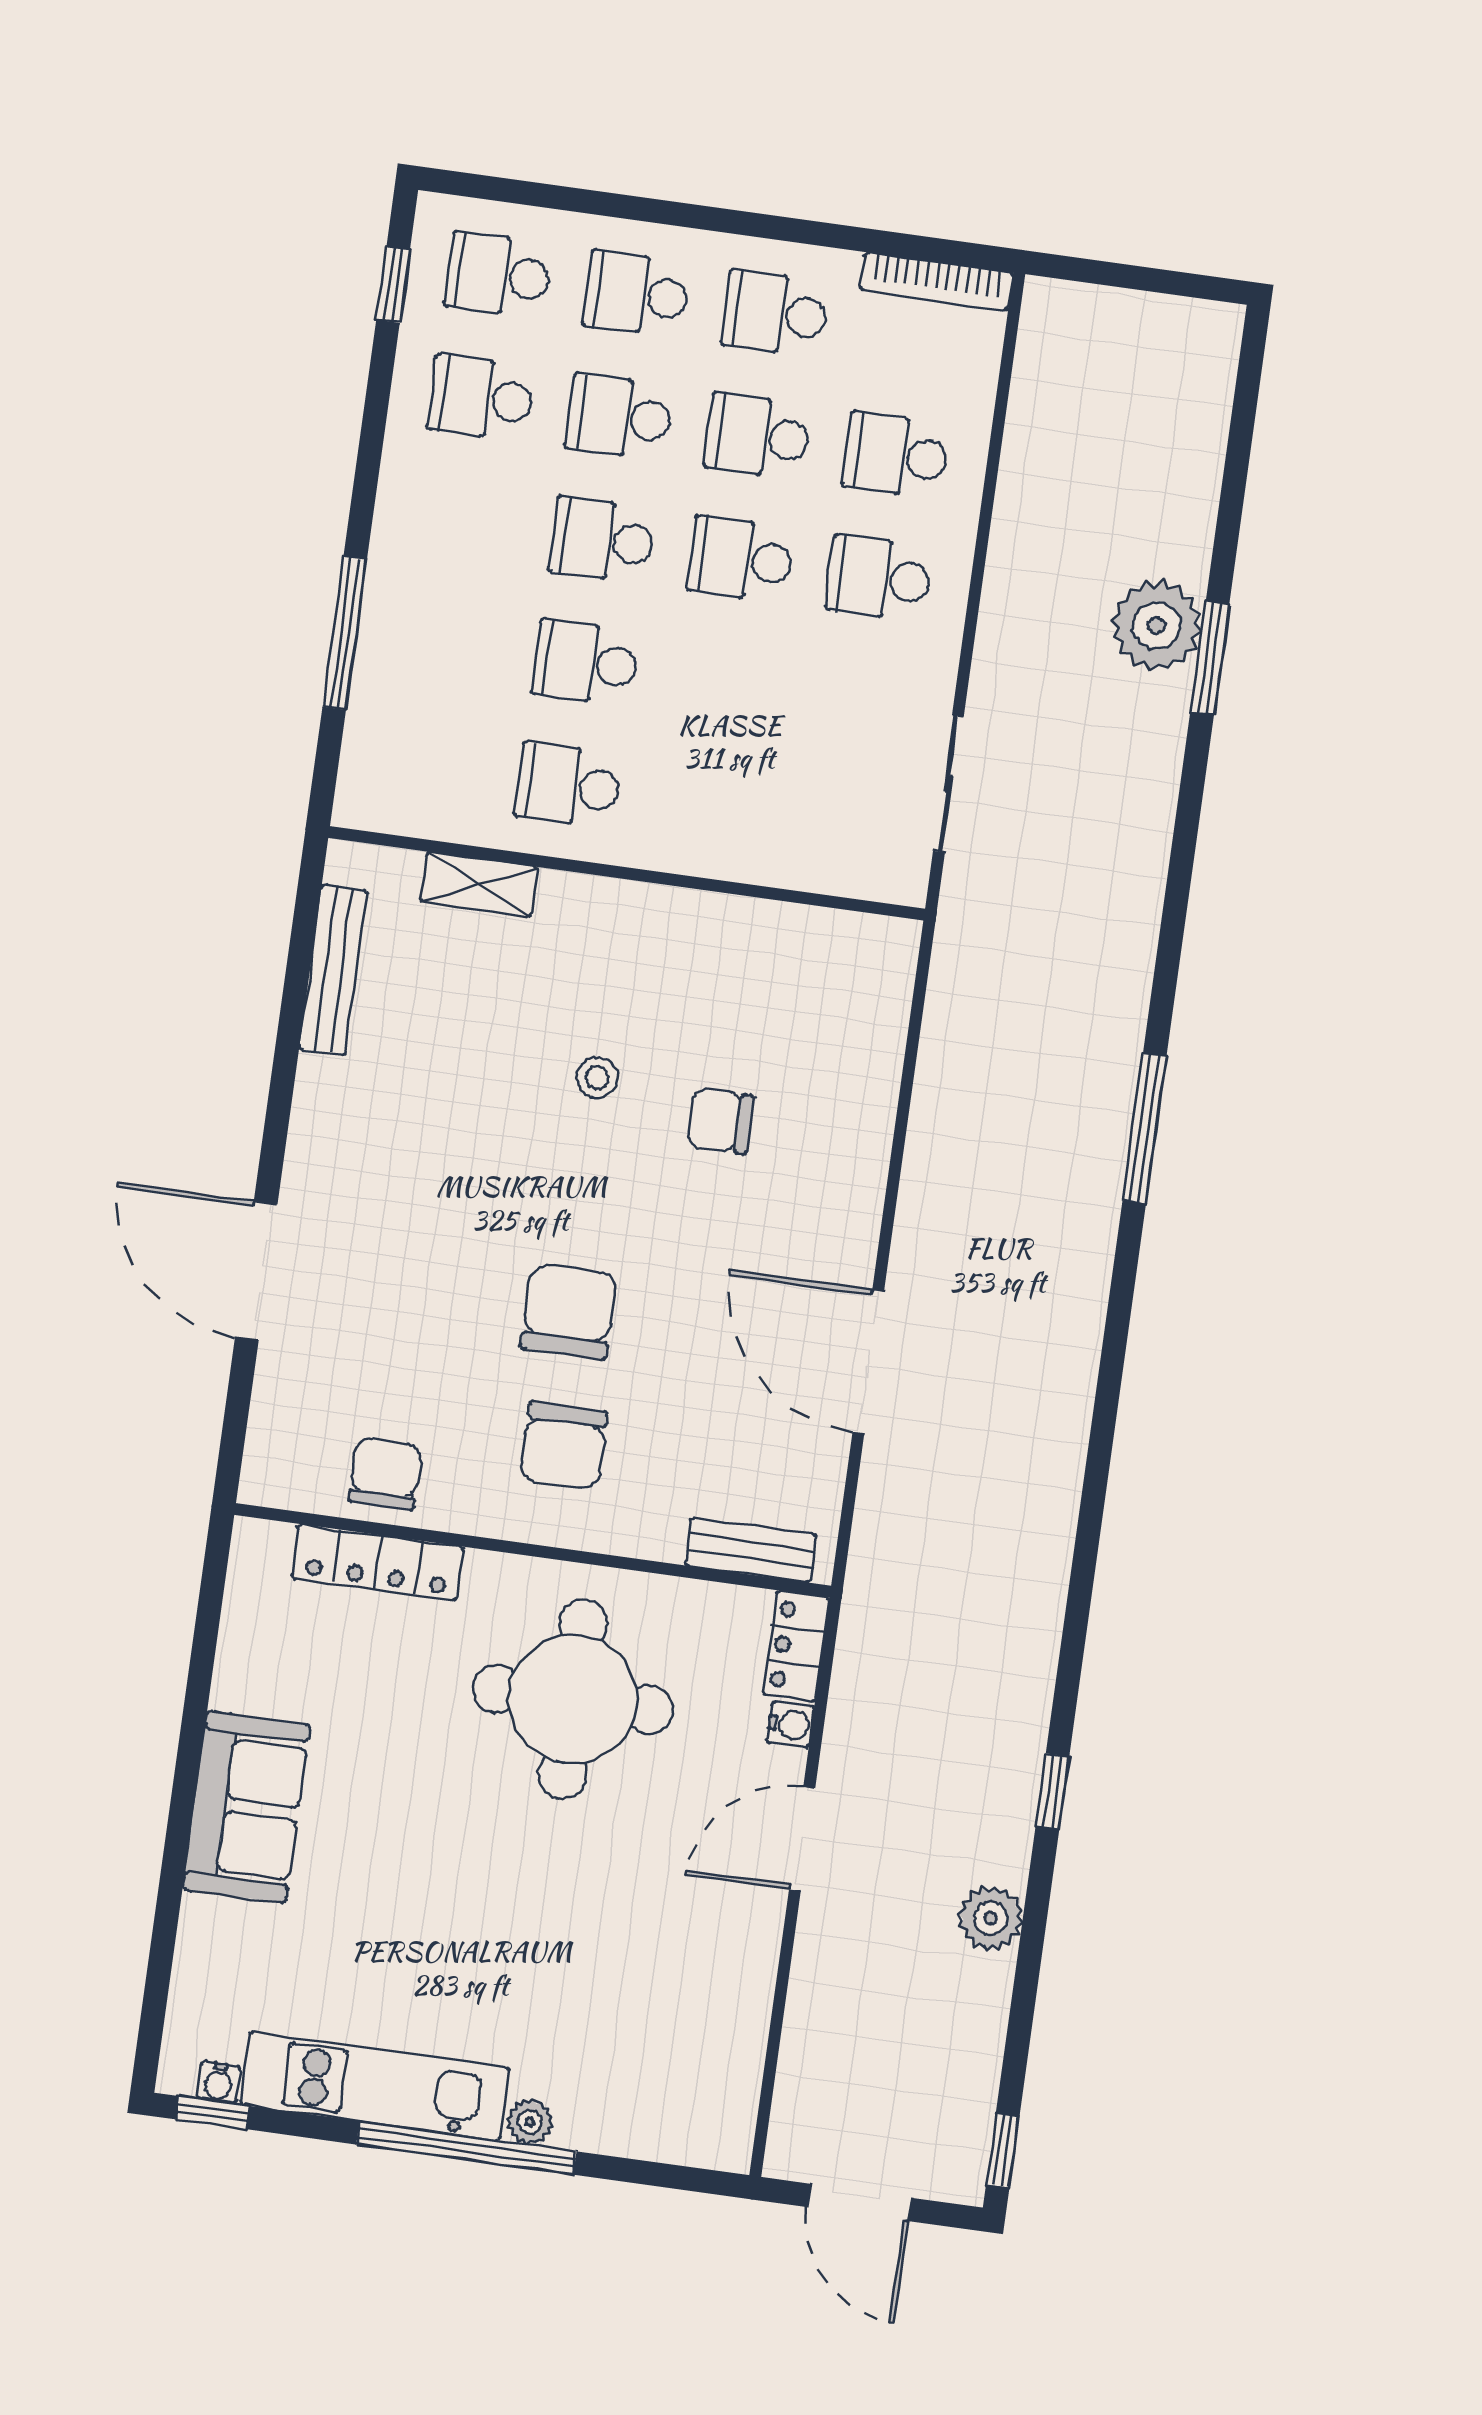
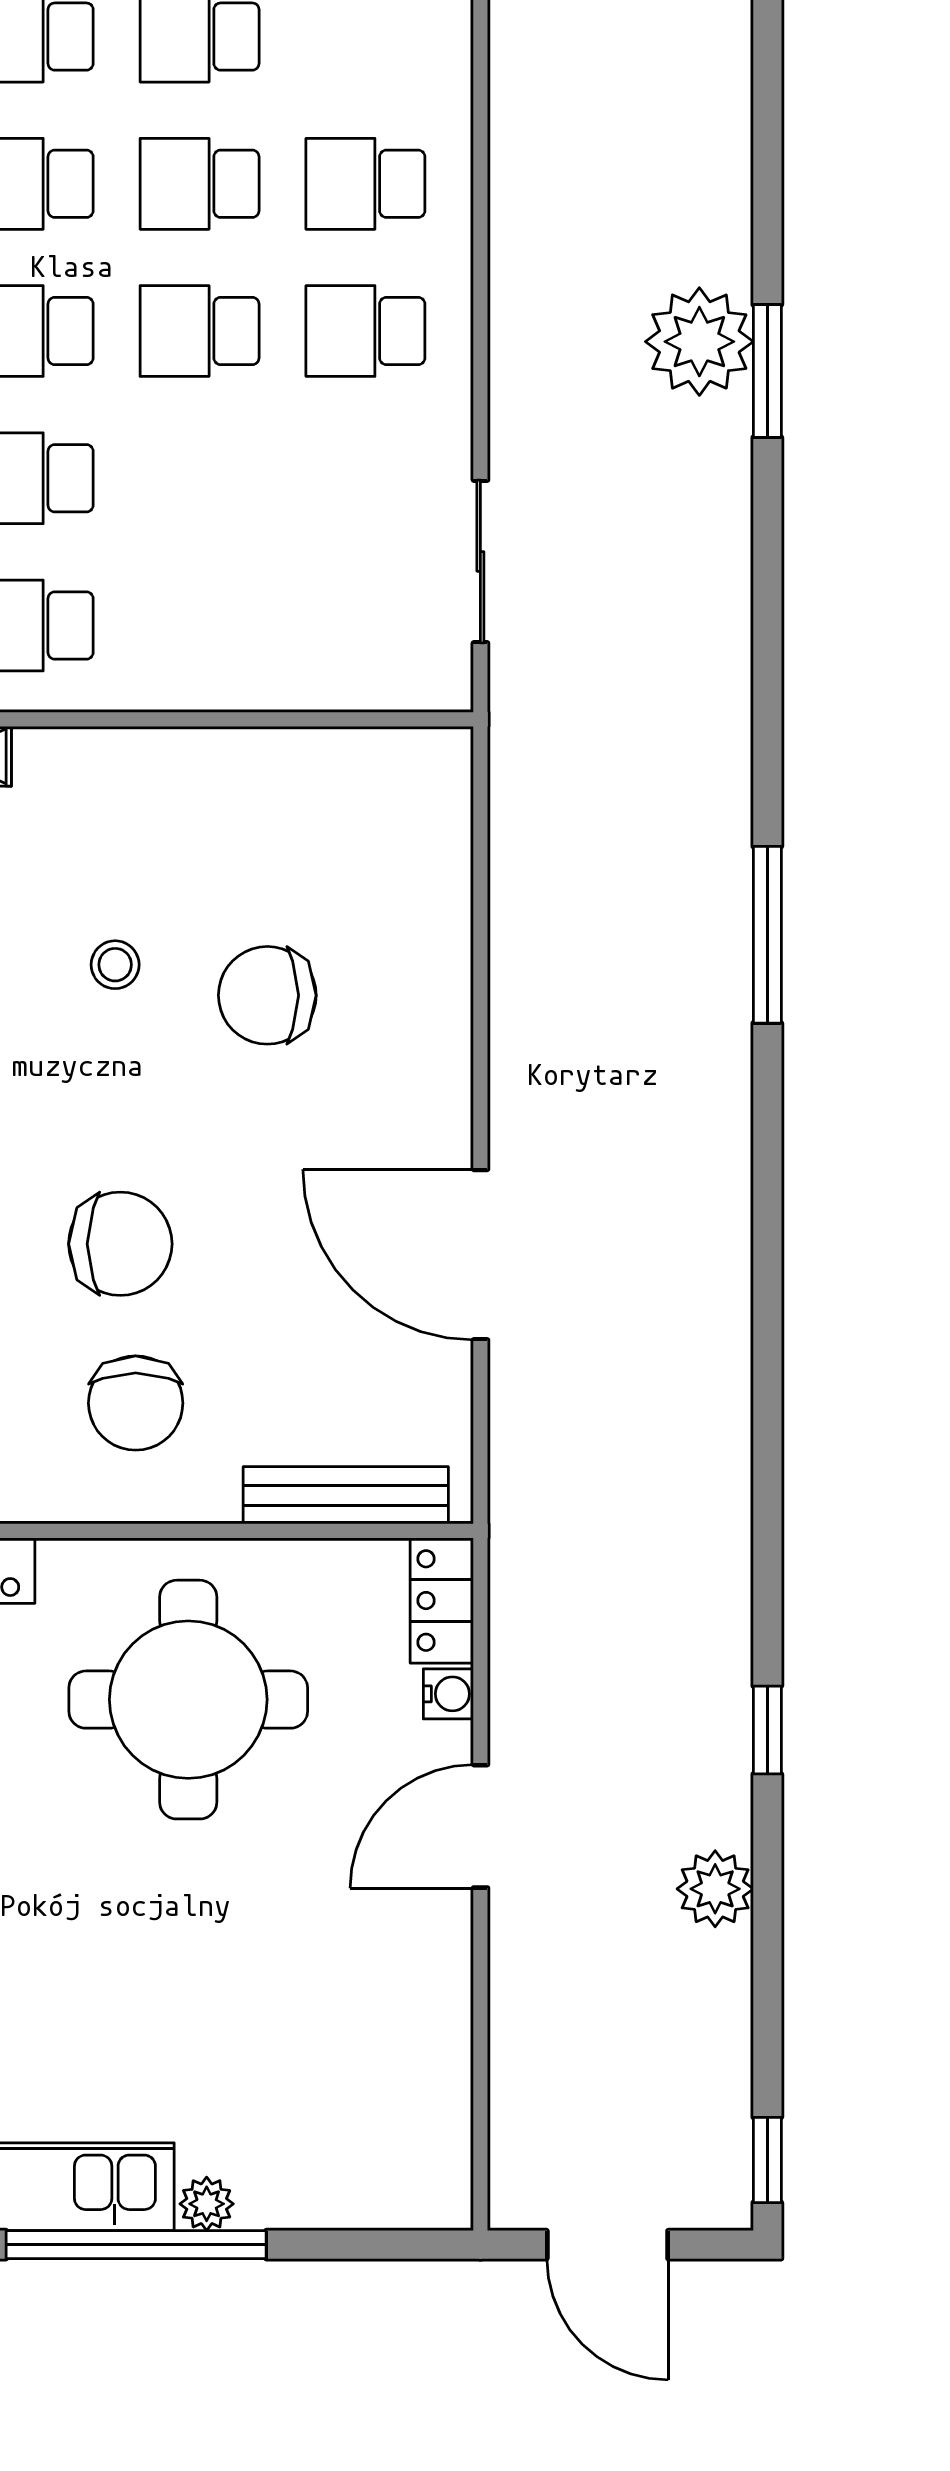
chair: (720, 1121) -> (267, 995), width x1.37, depth x1.37
chair: (569, 1311) -> (120, 1244), turned 90
bench: (751, 1550) -> (346, 1495), width x1.36

